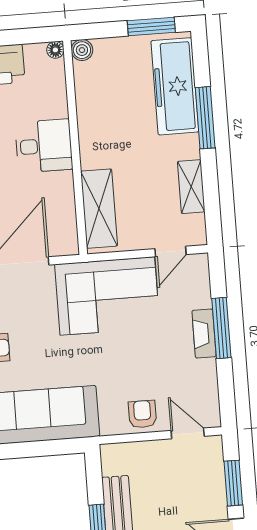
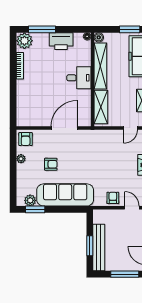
shelving: (91, 115) -> (100, 66), added
corner sofa: (107, 296) -> (101, 145), removed

